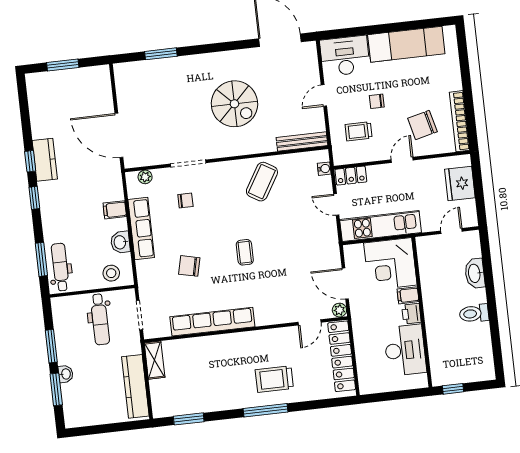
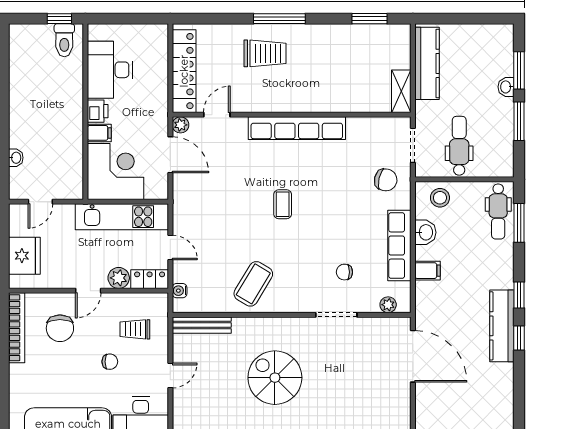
chair: (422, 125) -> (60, 328), turned 104
trolley: (359, 131) -> (135, 329), turned 180
kitchen counter: (45, 160) -> (502, 326), width x1.50
plant: (377, 174) -> (119, 278), added
chair: (189, 266) -> (386, 180), moved
washbasin: (475, 273) -> (16, 158), width x0.52, depth x0.69
toilet: (474, 313) -> (64, 40), moved, turned 90
row of seats: (212, 322) -> (297, 128), moved

